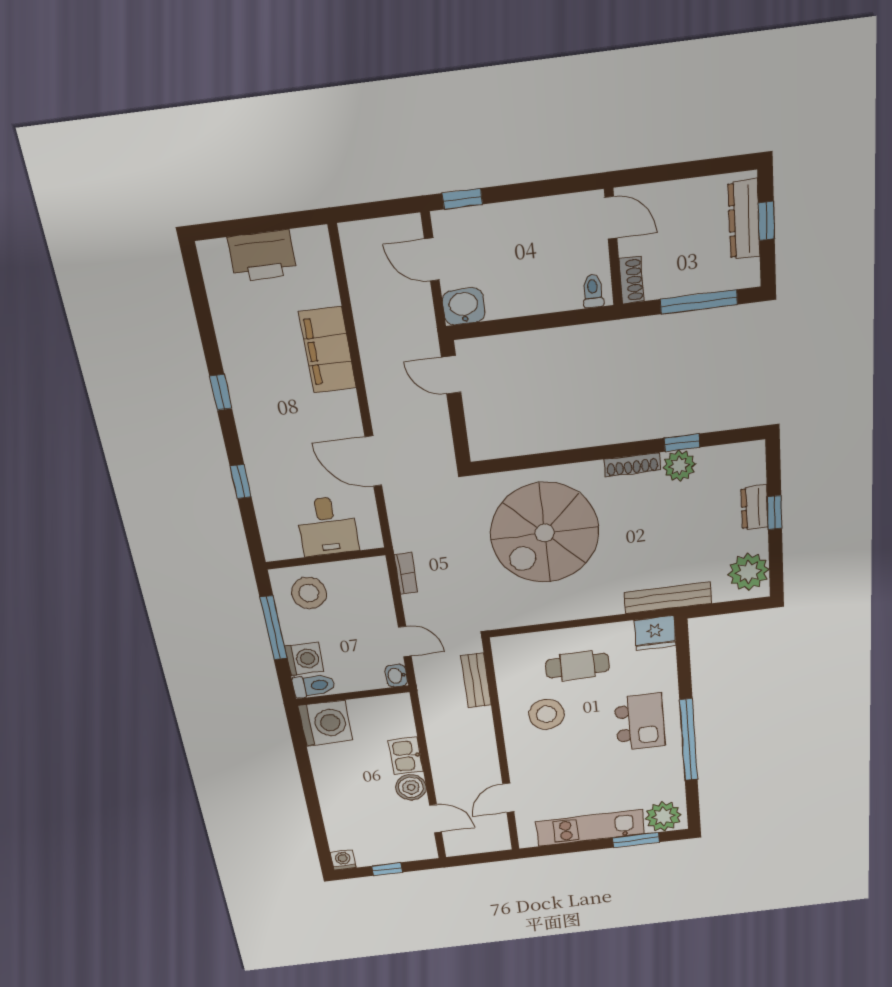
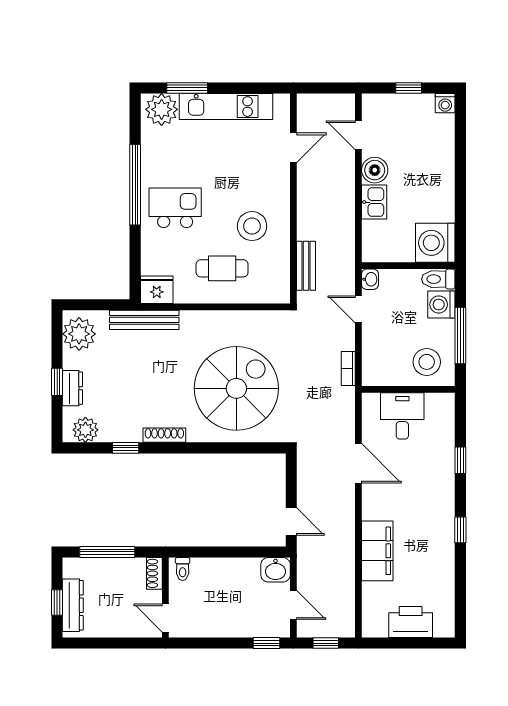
window: (378, 210) -> (326, 643), added
plant: (679, 466) -> (85, 430), moved
kitchen island: (640, 722) -> (175, 208), turned 90

